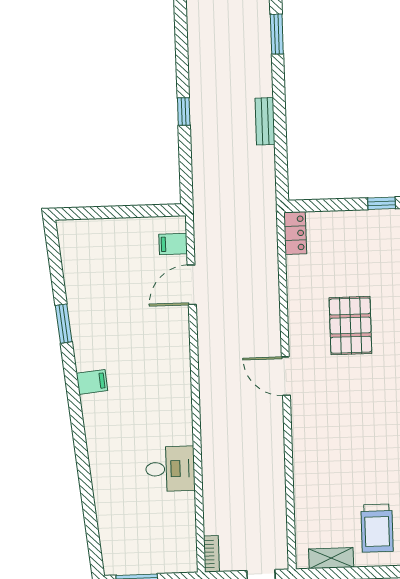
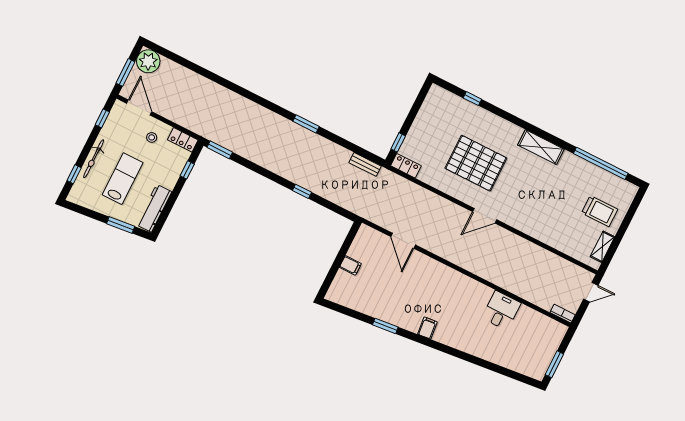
window: (277, 34) -> (306, 124), moved
bench: (265, 121) -> (365, 164), moved
window: (382, 203) -> (398, 142), moved
filing cabinet: (173, 244) -> (350, 265), moved, turned -90
pallet: (350, 326) -> (476, 163), width x1.37, depth x1.41

